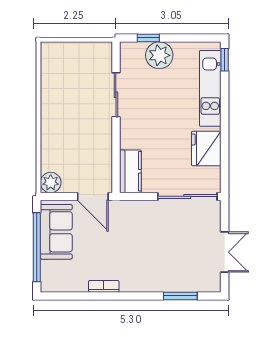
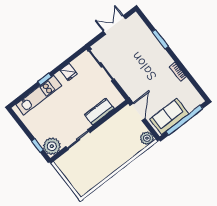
plant: (159, 55) -> (52, 146), moved
window: (225, 60) -> (45, 79), moved
fridge: (206, 149) -> (69, 72), width x0.53, depth x0.75
kitchen counter: (130, 171) -> (99, 112), moved
window: (180, 296) -> (160, 39), moved

